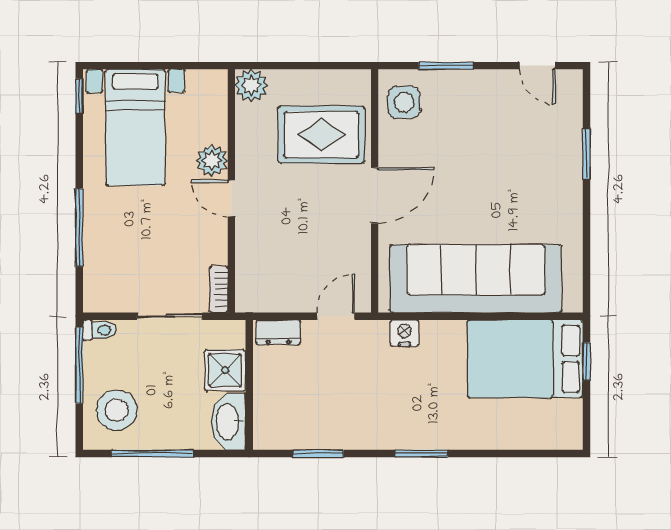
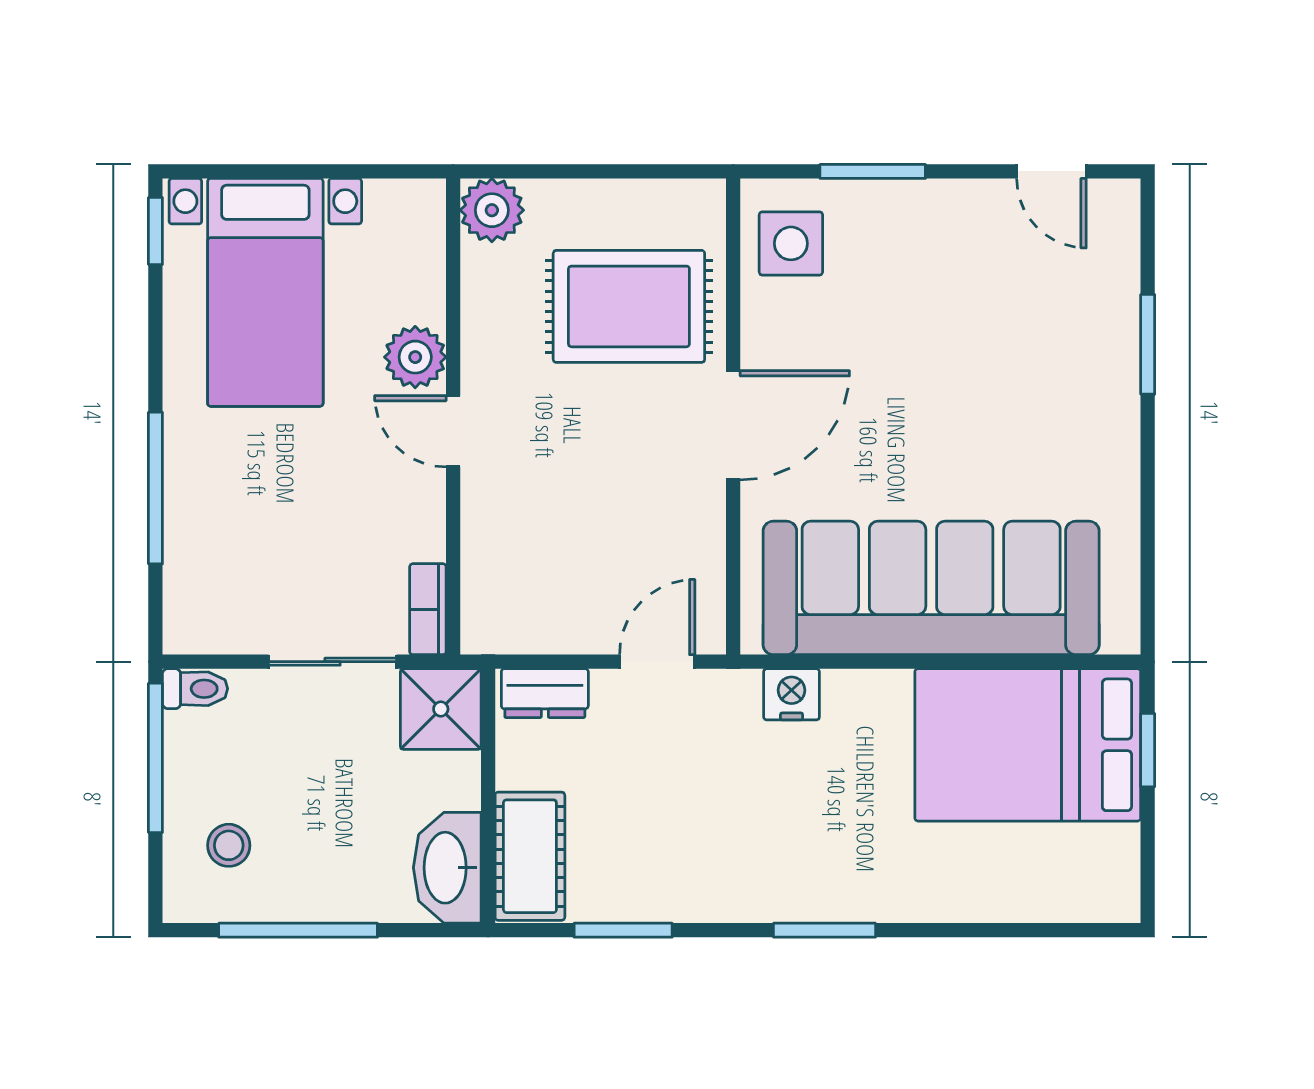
shower: (225, 370) -> (441, 709), moved
stool: (117, 410) -> (229, 845), width x0.53, depth x0.53
cot: (271, 416) -> (530, 856), added

